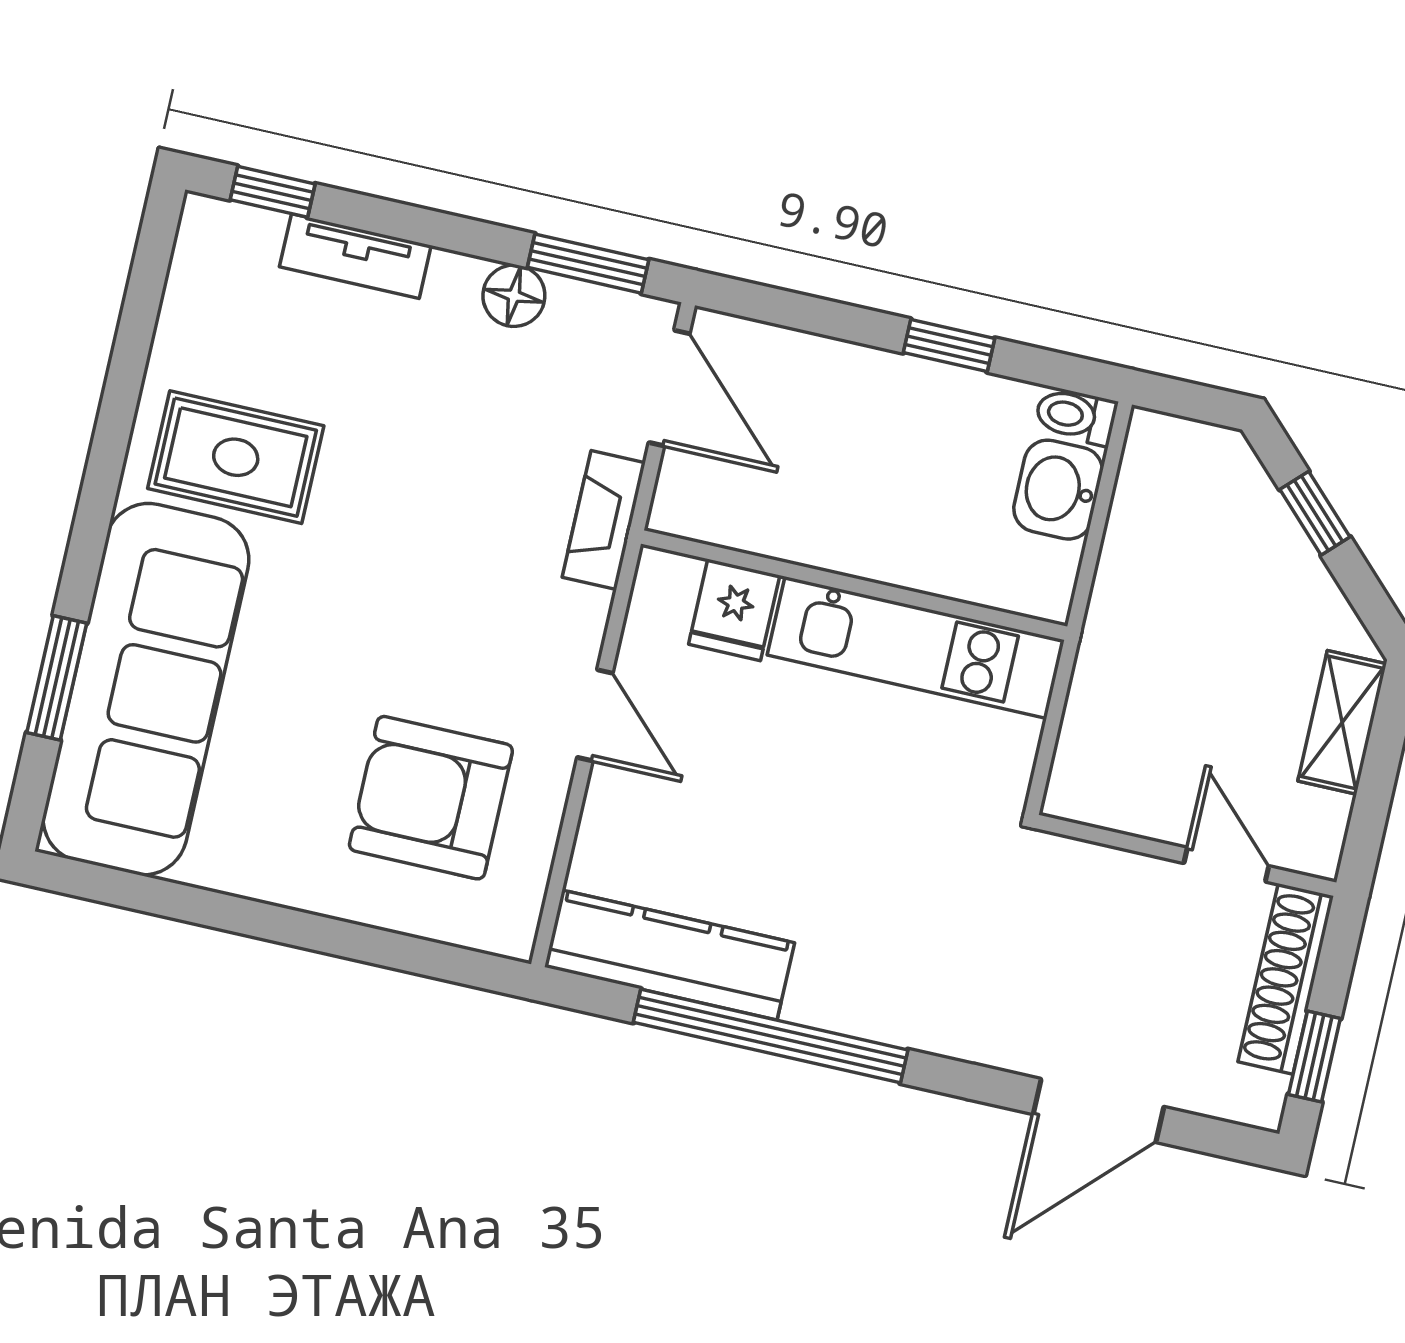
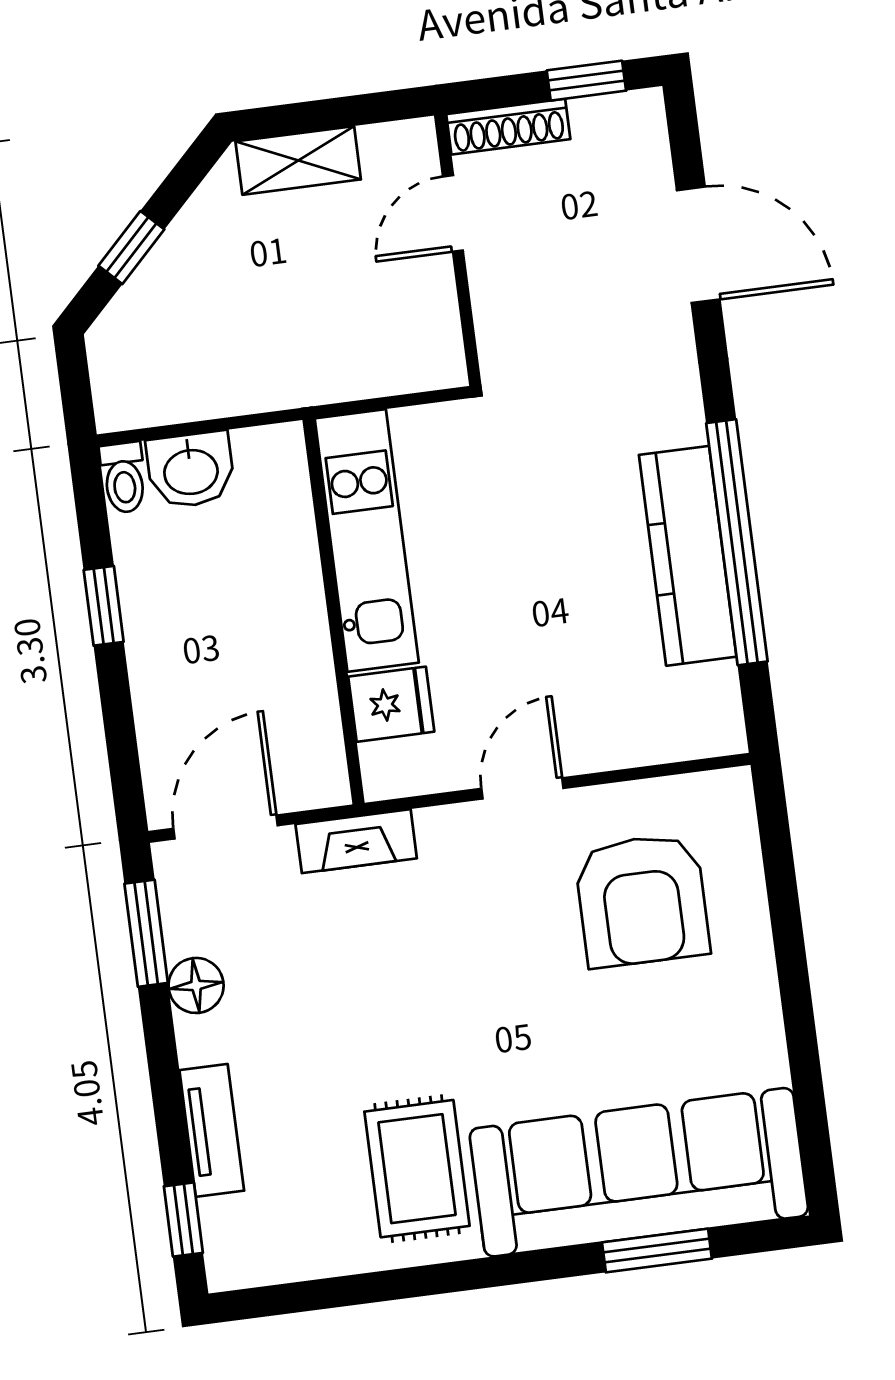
kitchen counter: (670, 955) -> (688, 556), moved
shoe rack: (1286, 979) -> (508, 127), width x0.74, depth x0.81

